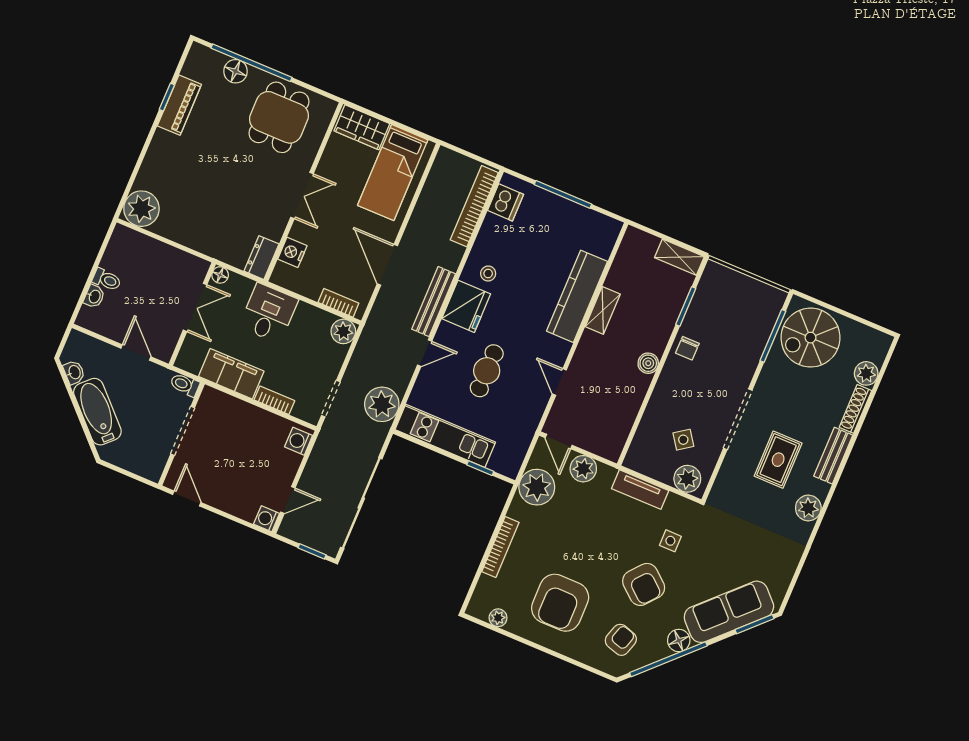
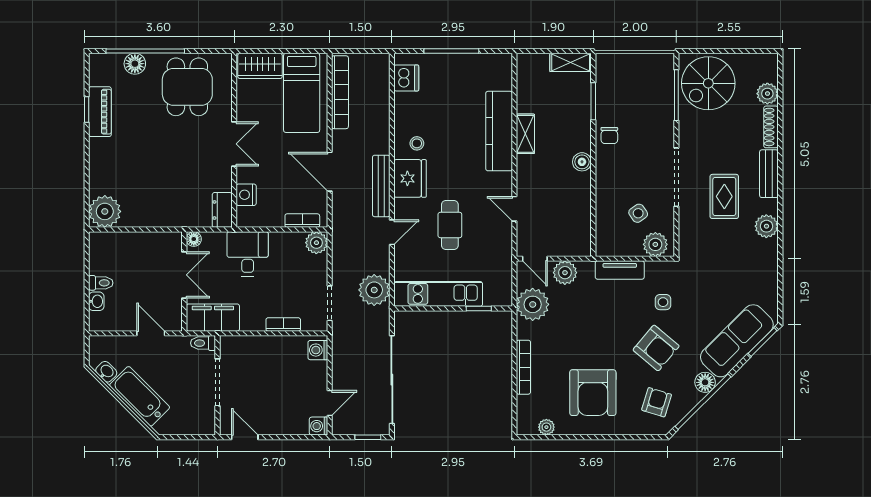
bookcase: (474, 206) -> (340, 92), moved, turned 180
filing cabinet: (231, 374) -> (213, 318), moved

